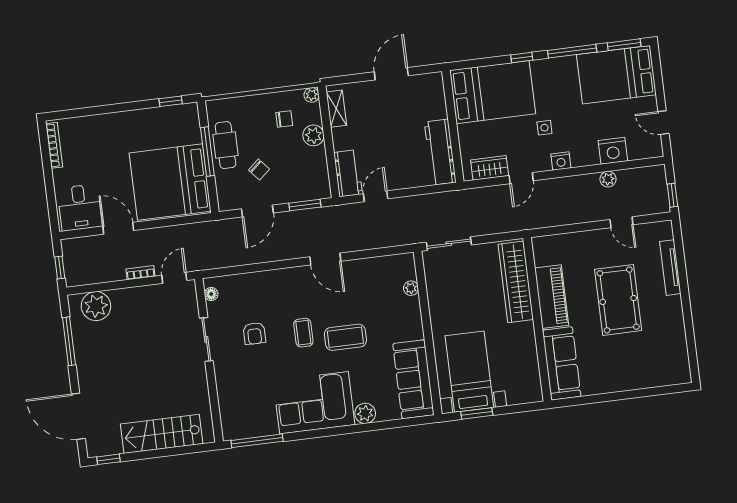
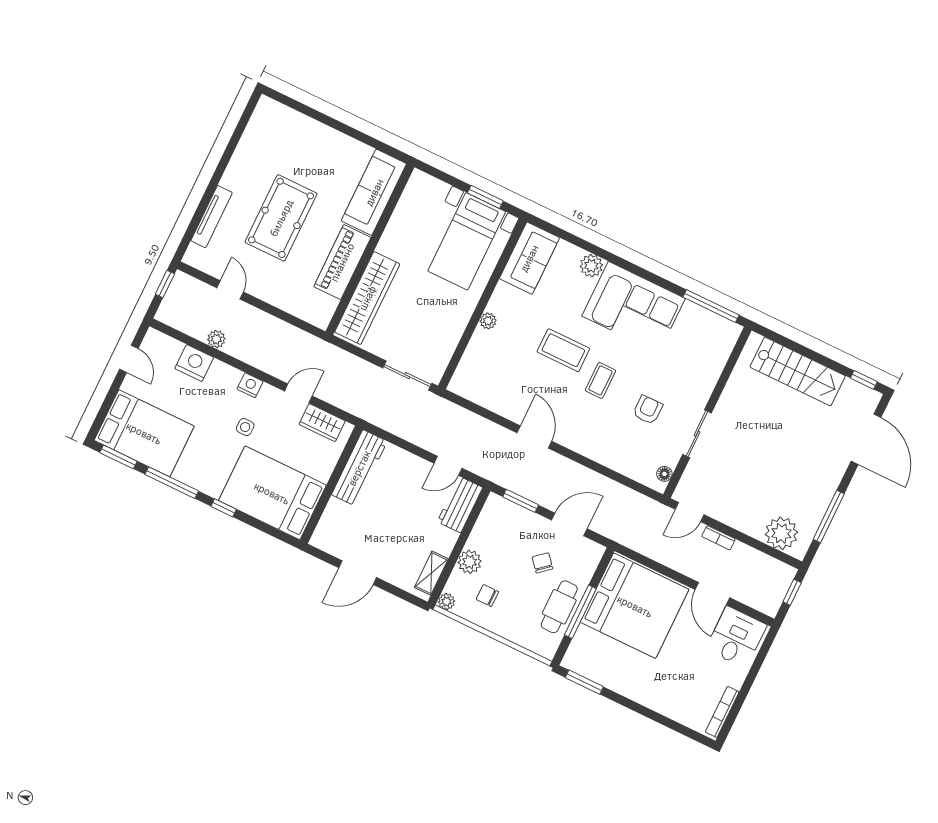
window: (171, 101) -> (584, 682), width x1.50
plant: (411, 288) -> (488, 321), moved
sofa: (413, 379) -> (529, 258), width x0.73

